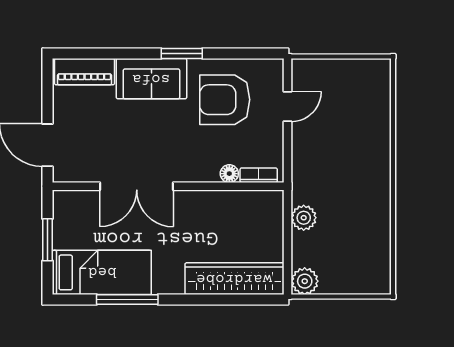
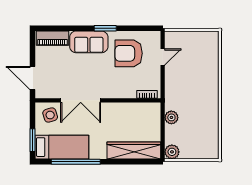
floor lamp: (229, 174) -> (131, 93), removed
side table: (80, 213) -> (50, 115), added
window: (47, 240) -> (32, 140), moved
window: (127, 300) -> (76, 162), width x1.46

